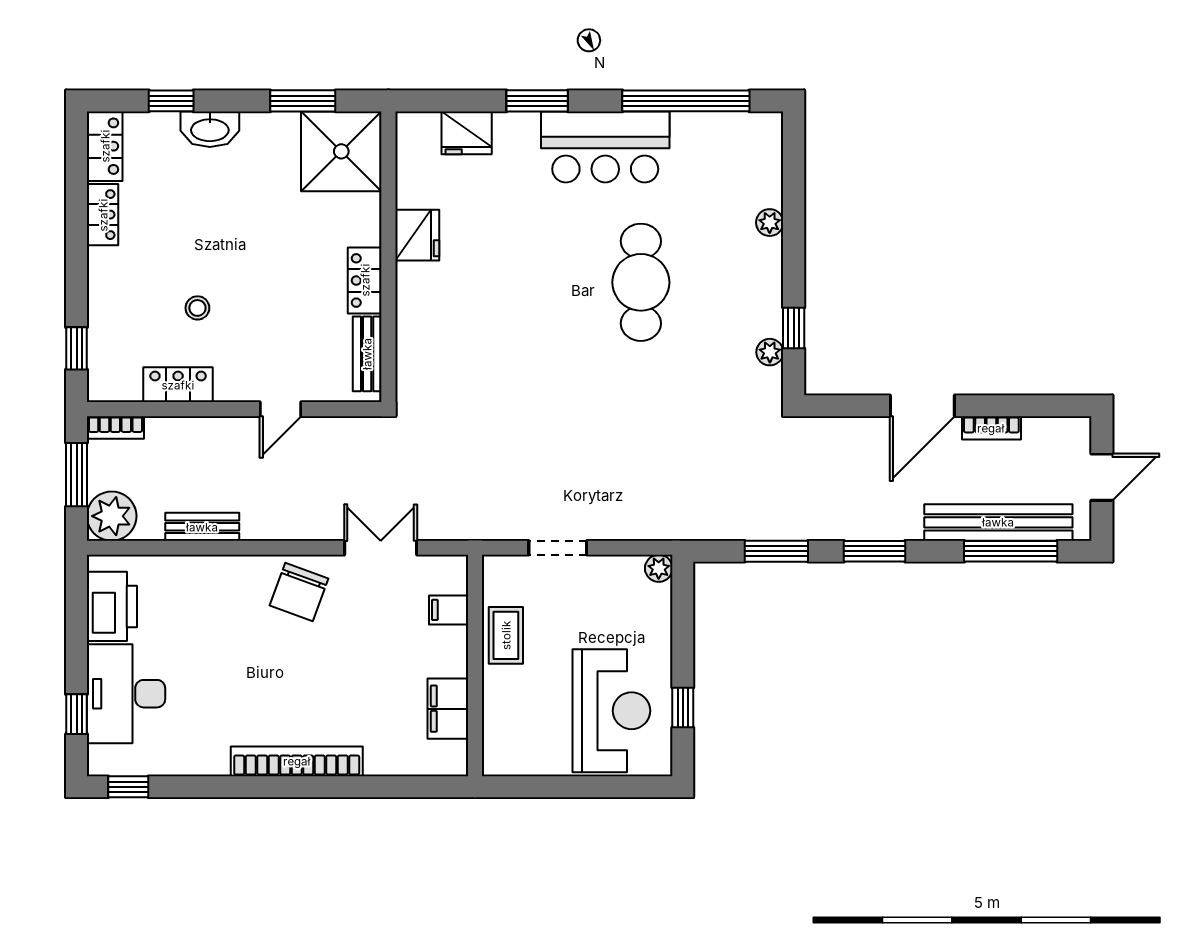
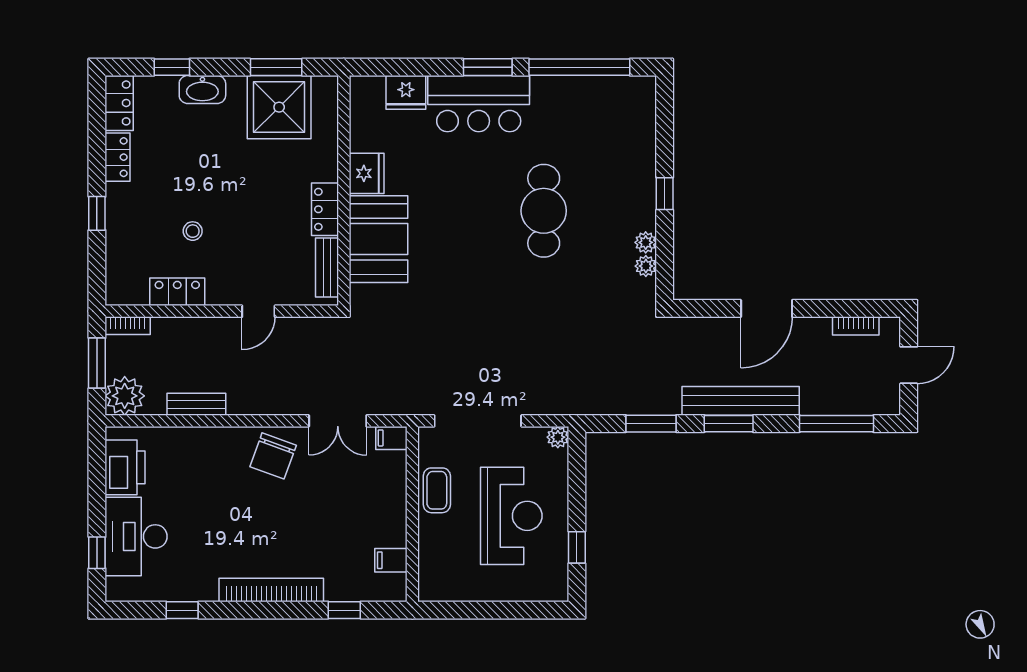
window: (537, 101) -> (488, 67), moved
bar counter: (605, 147) -> (479, 104), moved
shower: (341, 151) -> (279, 107), moved
plant: (770, 223) -> (646, 242), moved
booth: (432, 318) -> (378, 239), added
window: (794, 328) -> (665, 194), moved
window: (77, 348) -> (97, 213), moved
bookcase: (991, 428) -> (856, 326), moved
bench: (998, 522) -> (741, 401), moved
double door: (381, 548) -> (338, 421), swing flipped
doorway: (558, 548) -> (478, 421), width x1.87
filing cabinet: (449, 610) -> (391, 438), moved
filing cabinet: (448, 709) -> (391, 560), width x0.50
reception desk: (611, 711) -> (511, 516), moved
window: (128, 787) -> (182, 610), moved
window: (389, 787) -> (344, 610), added

